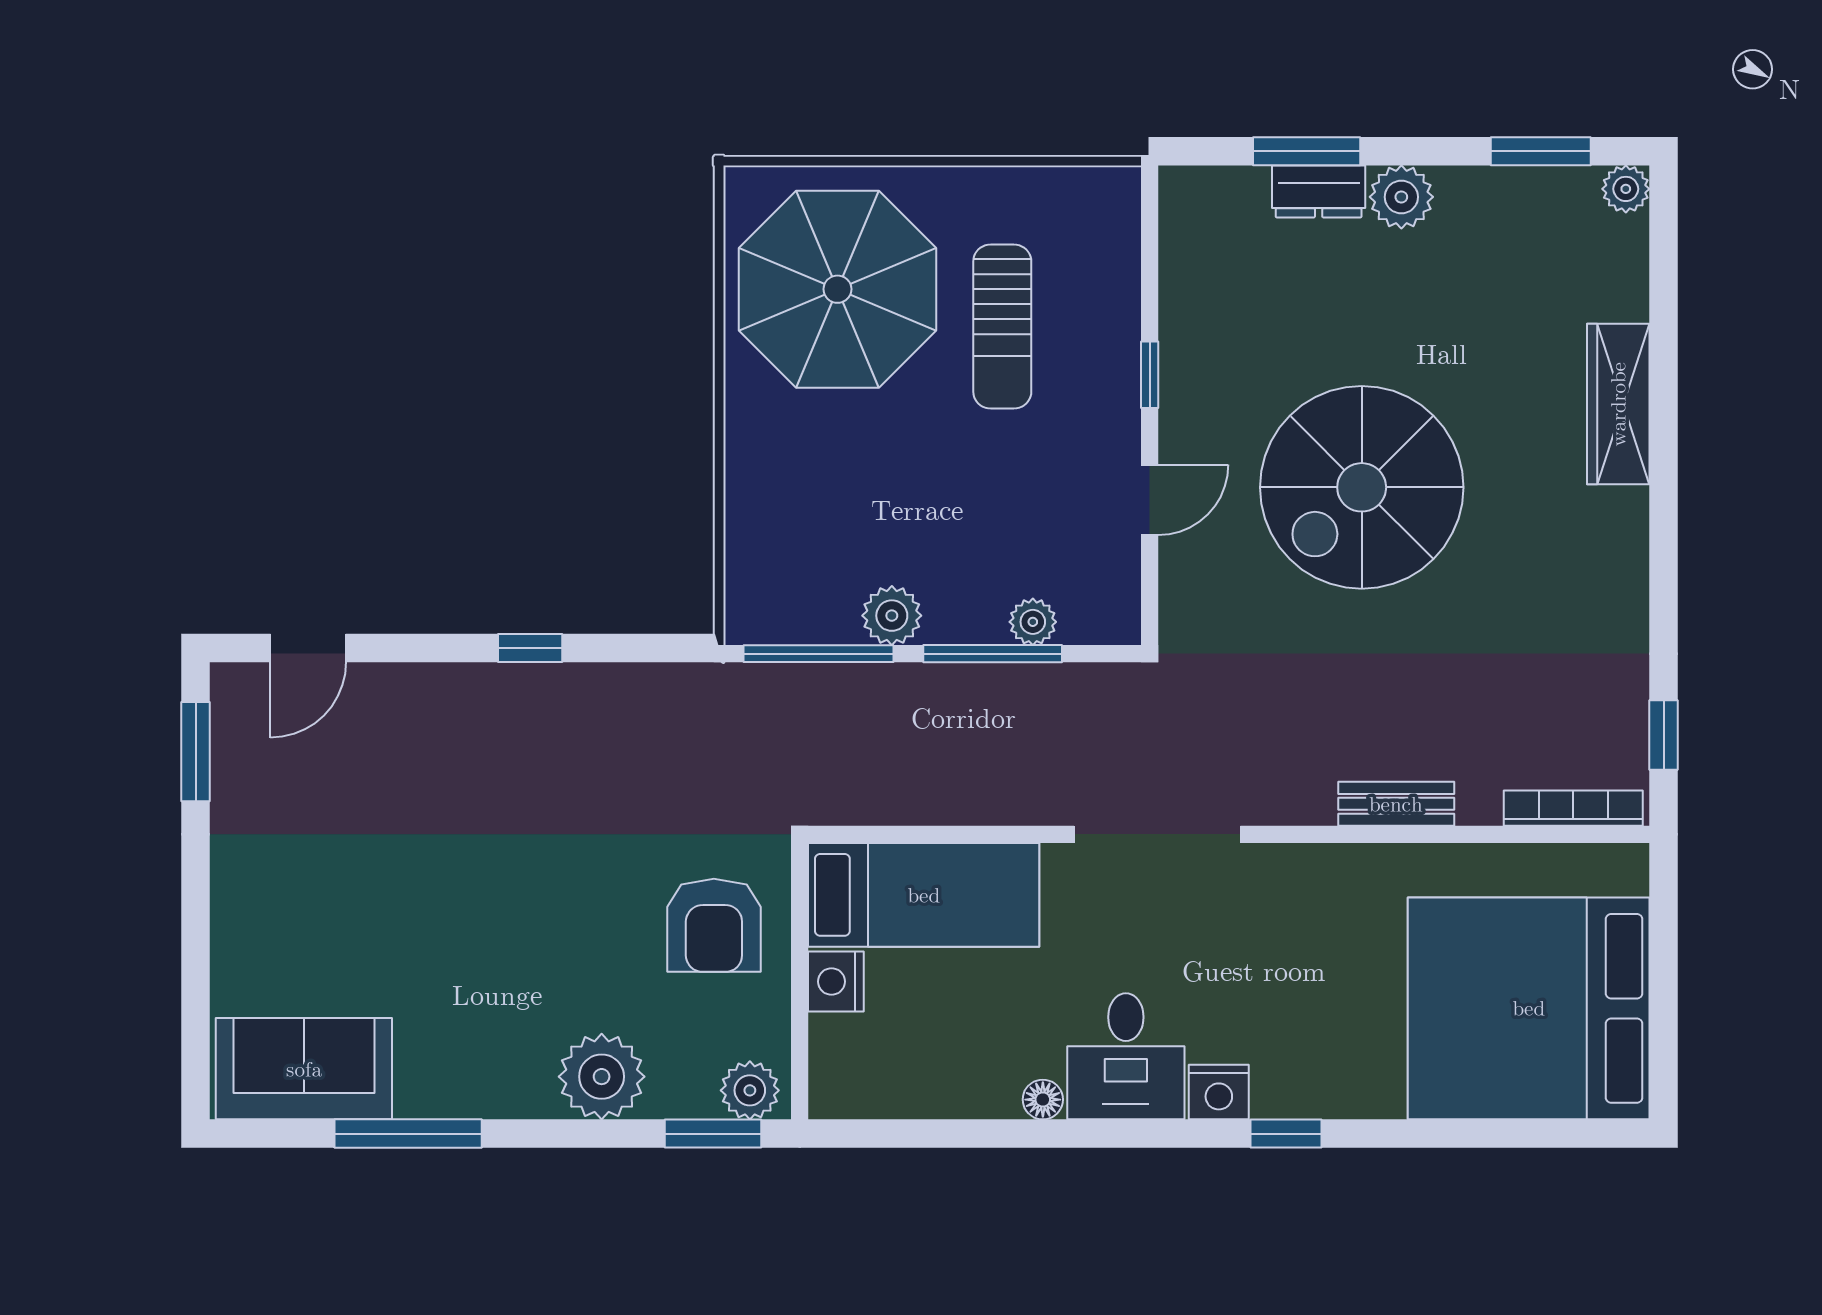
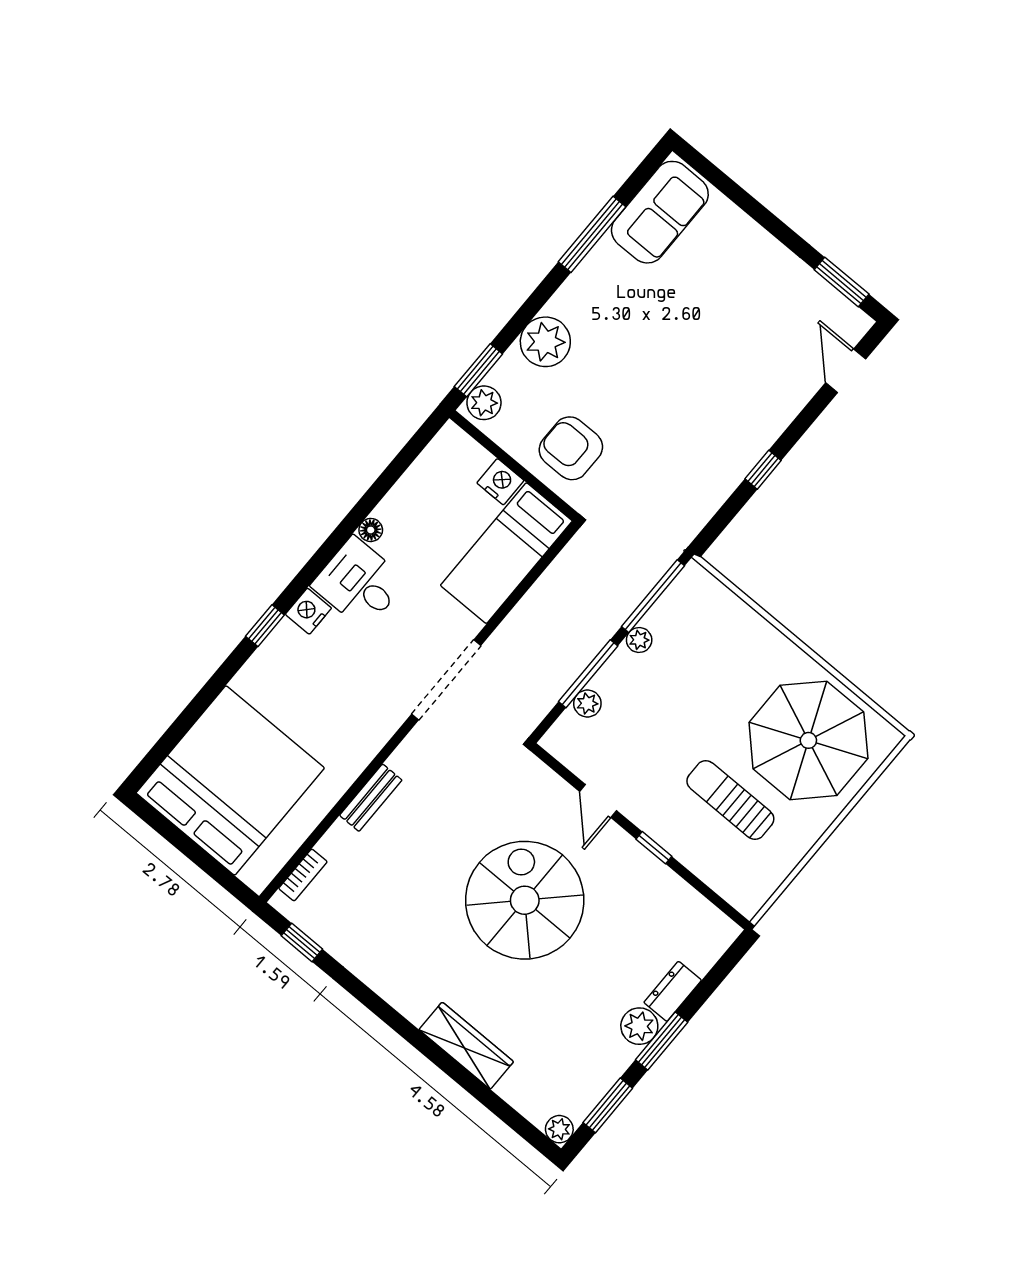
window: (1307, 151) -> (662, 1041), moved
plant: (892, 616) -> (639, 640), width x0.73, depth x0.73
bookcase: (1573, 808) -> (303, 875), width x0.64

